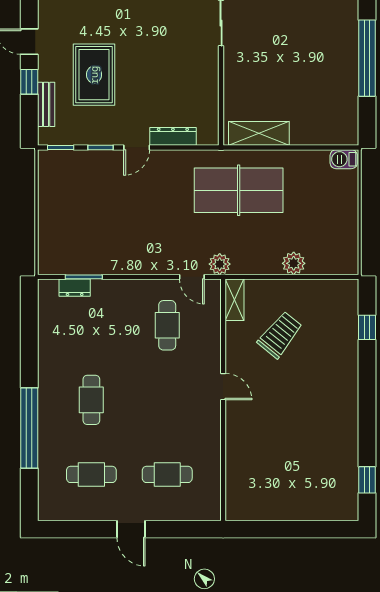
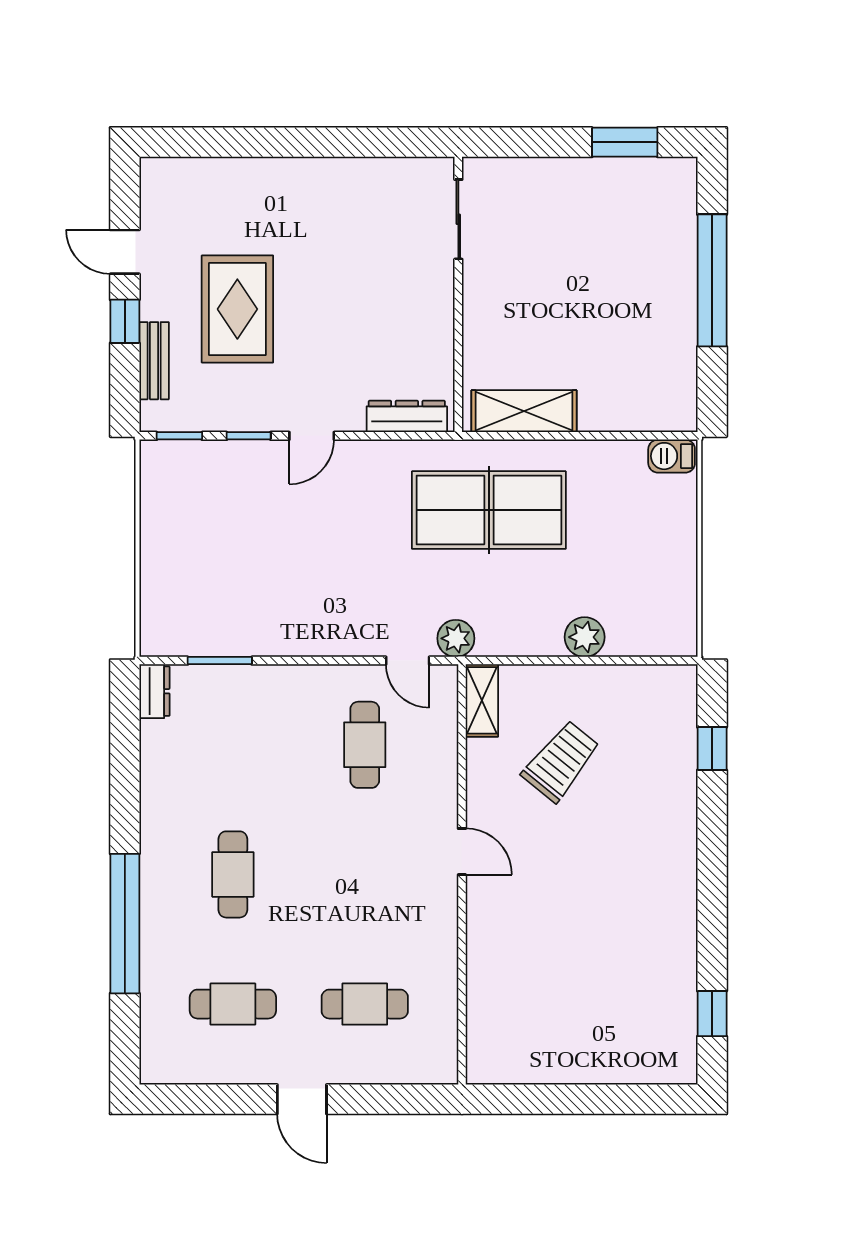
dresser: (173, 136) -> (407, 416), moved
dresser: (75, 288) -> (154, 691), moved, turned -90

